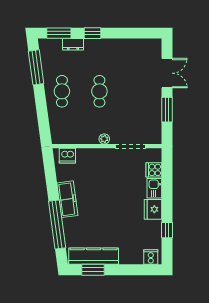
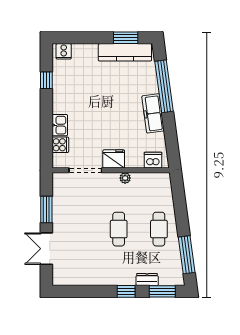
plant: (104, 139) -> (125, 178), moved
fridge: (153, 209) -> (114, 159), moved, turned -90

